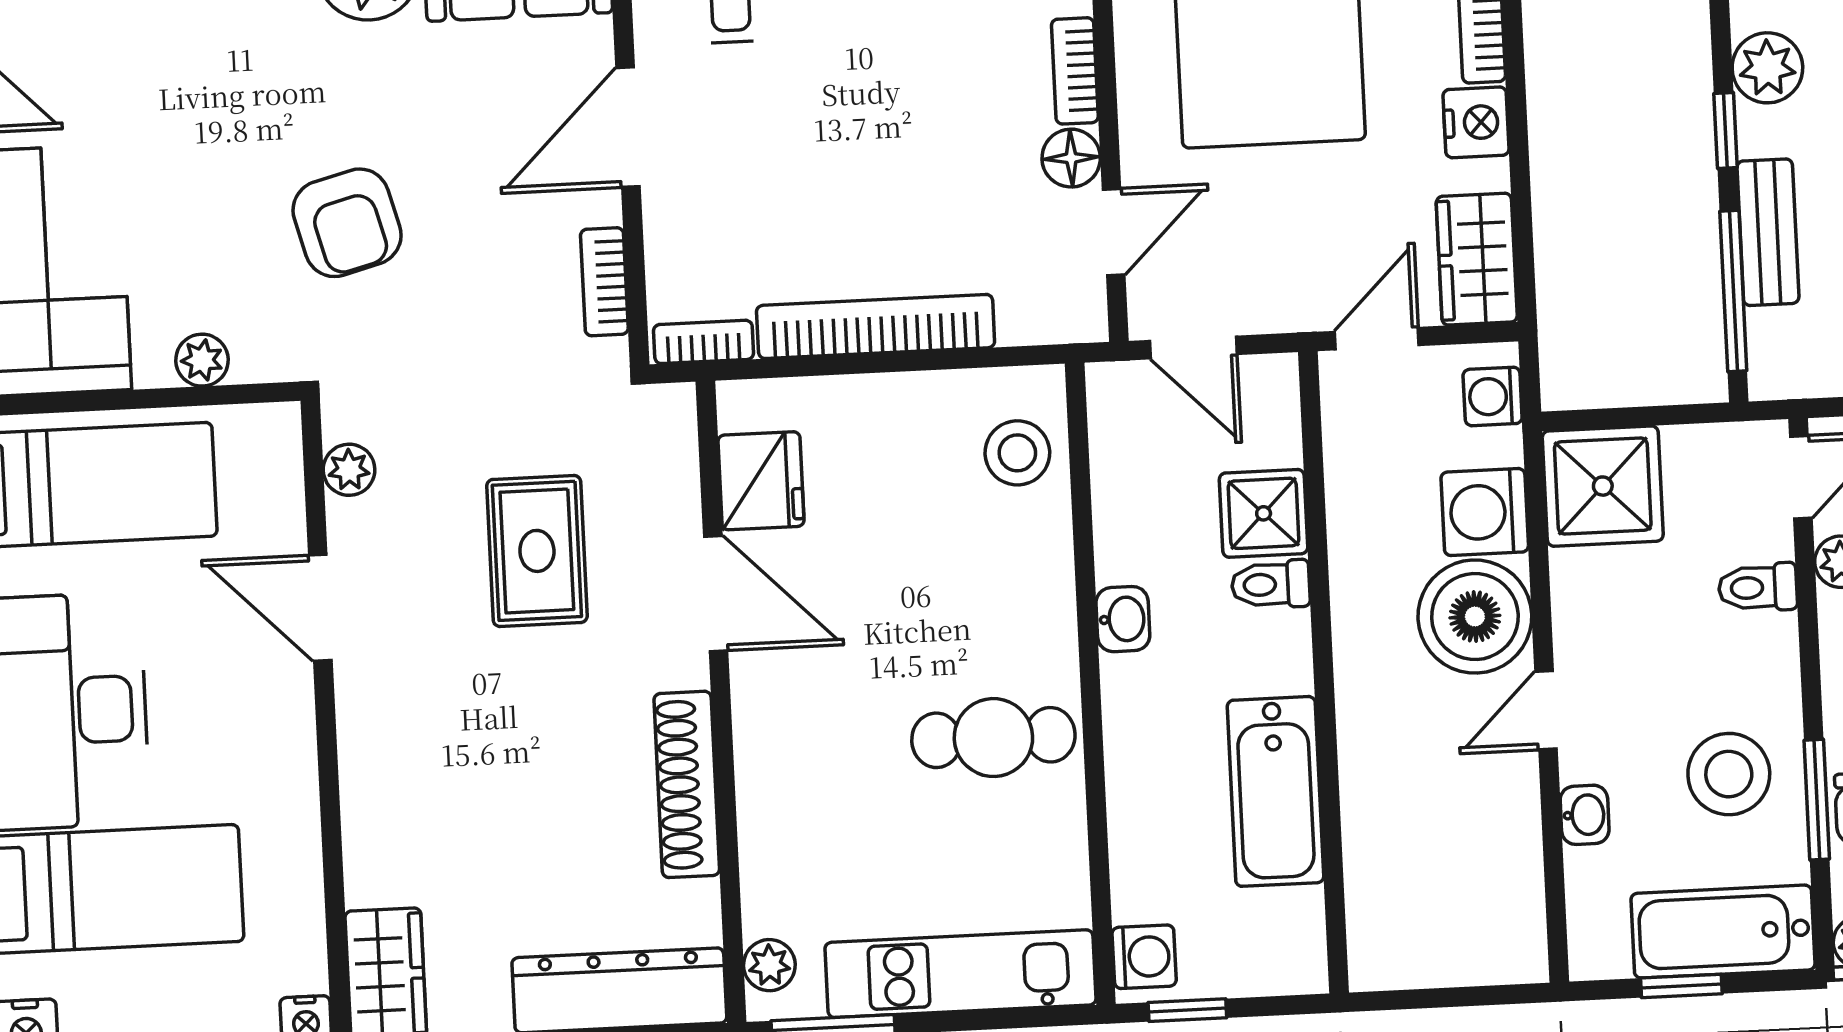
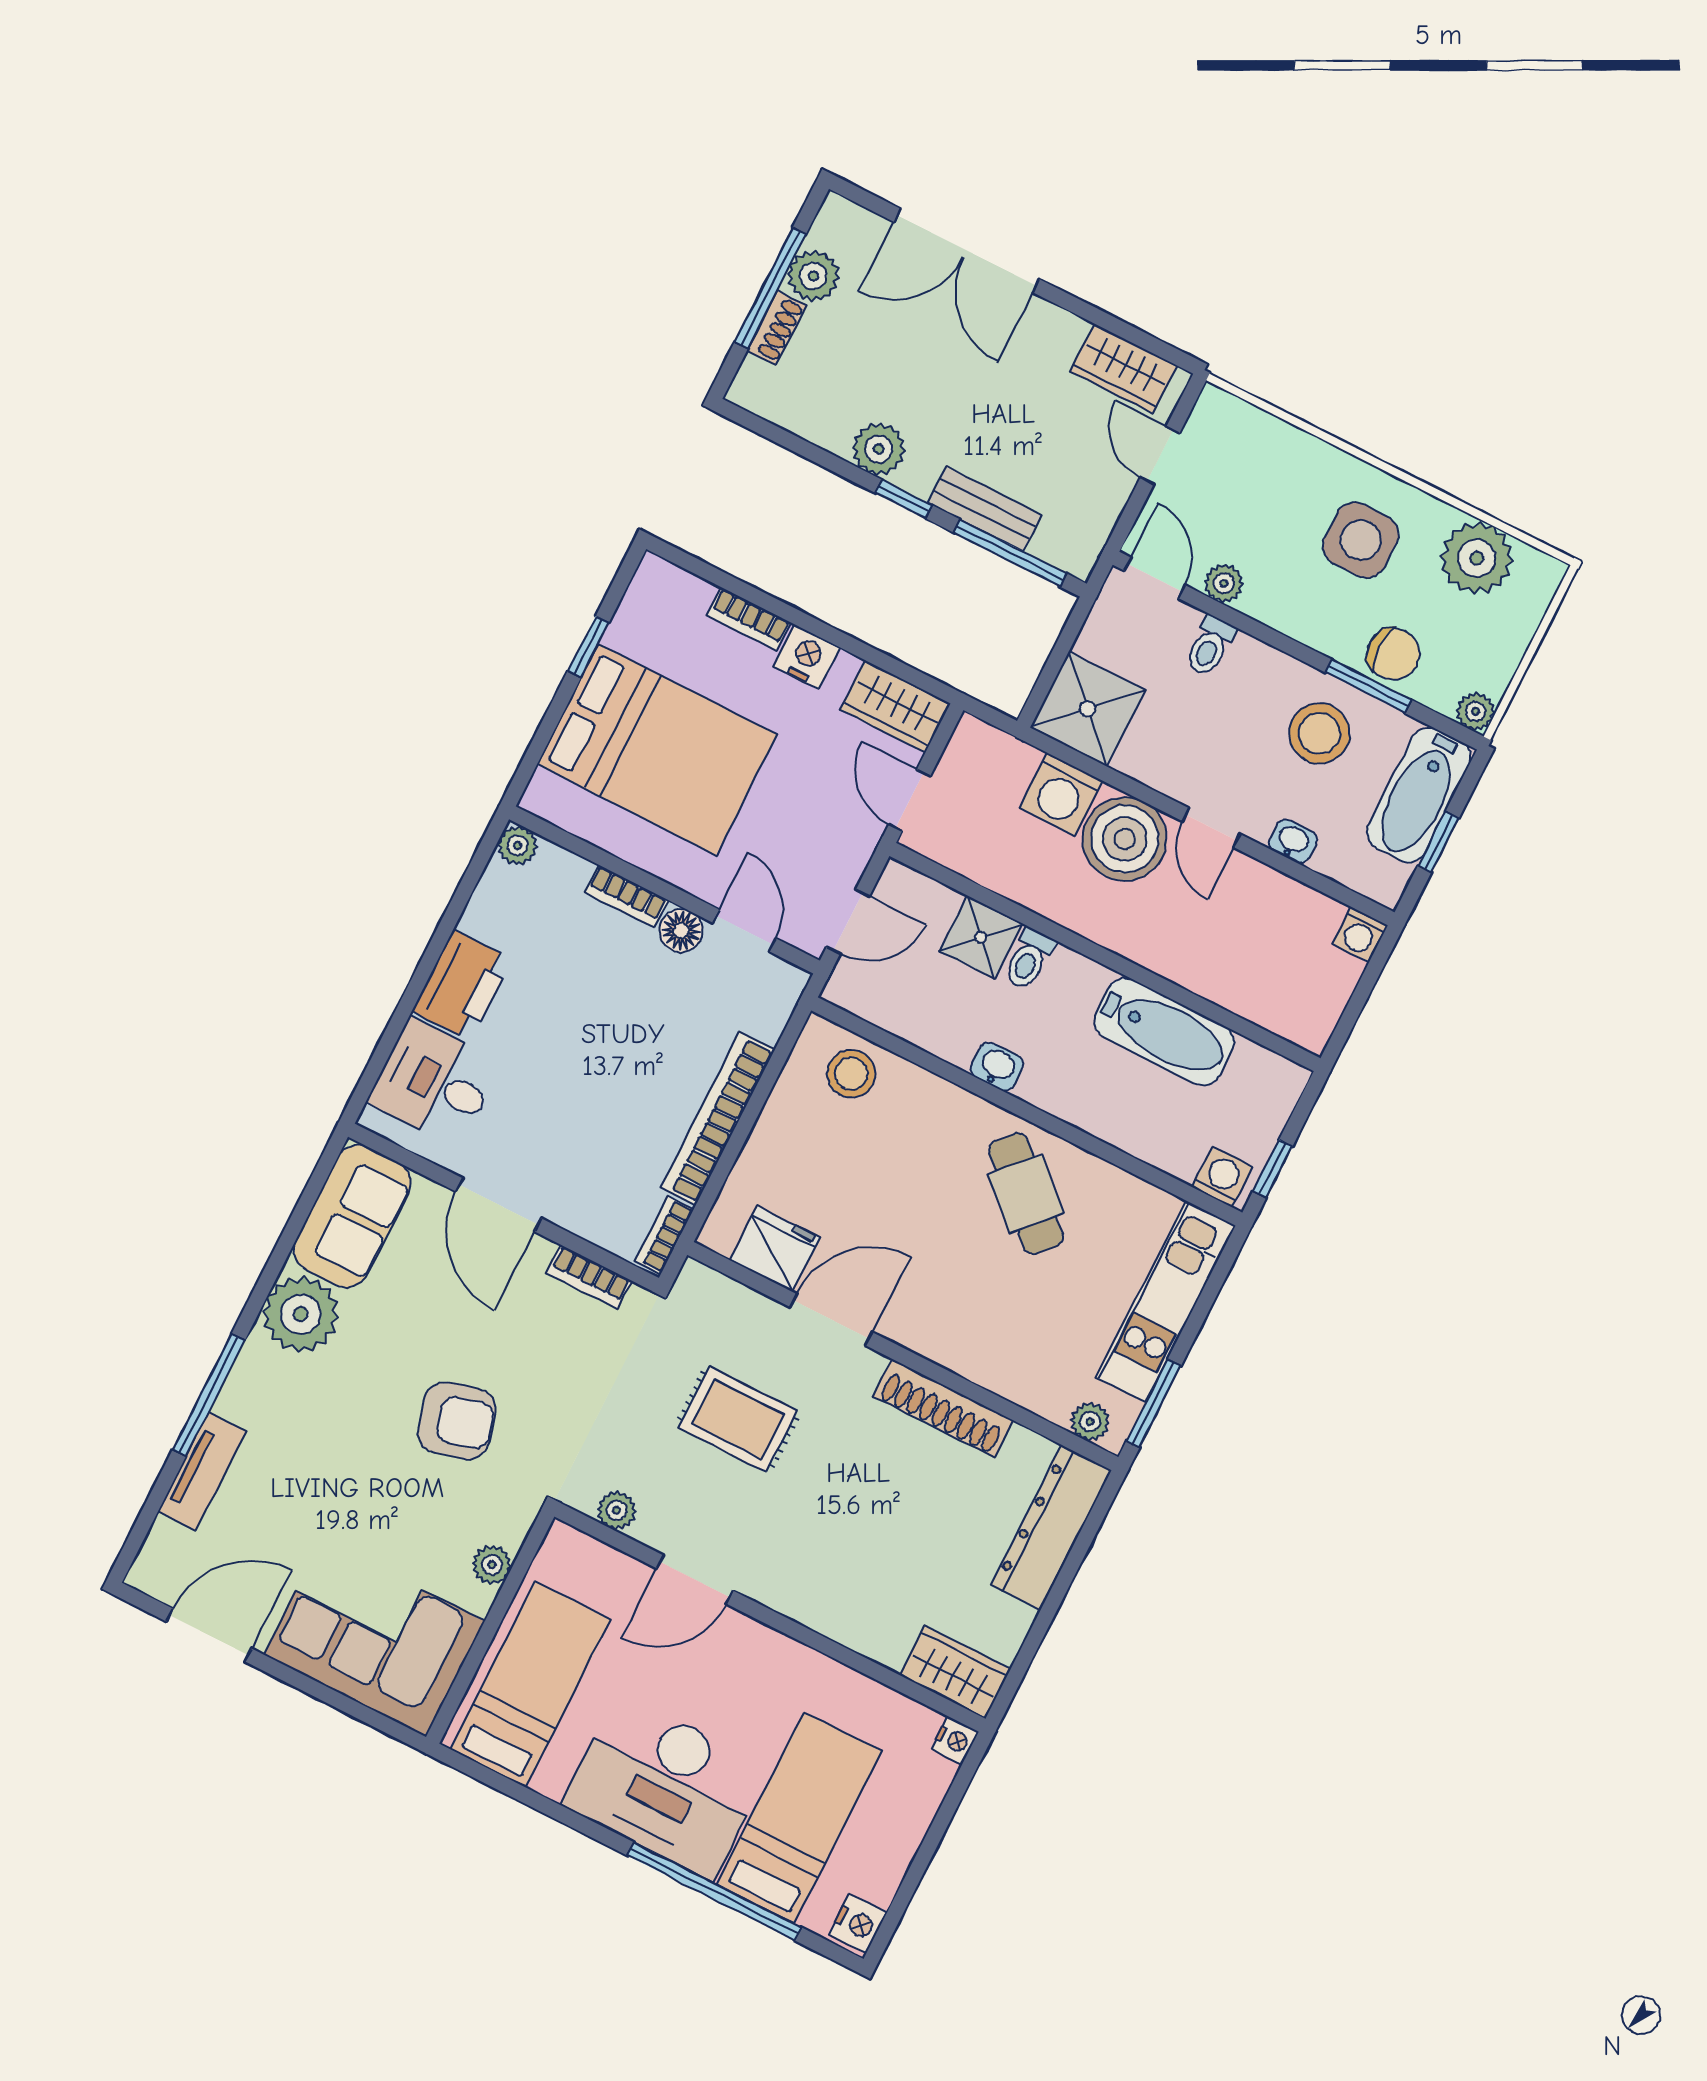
washing machine: (1493, 396) -> (1360, 935), moved
cafe table: (993, 738) -> (1026, 1194), turned -47

